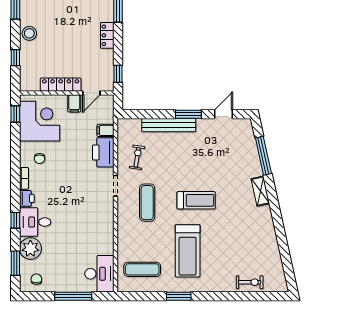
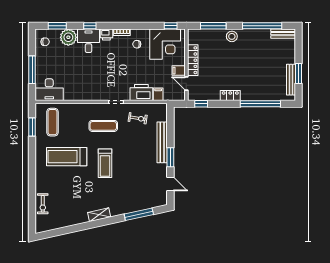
window: (15, 58) -> (213, 26), width x2.17
shelving: (260, 191) -> (99, 215), moved
window: (179, 296) -> (32, 127), moved

